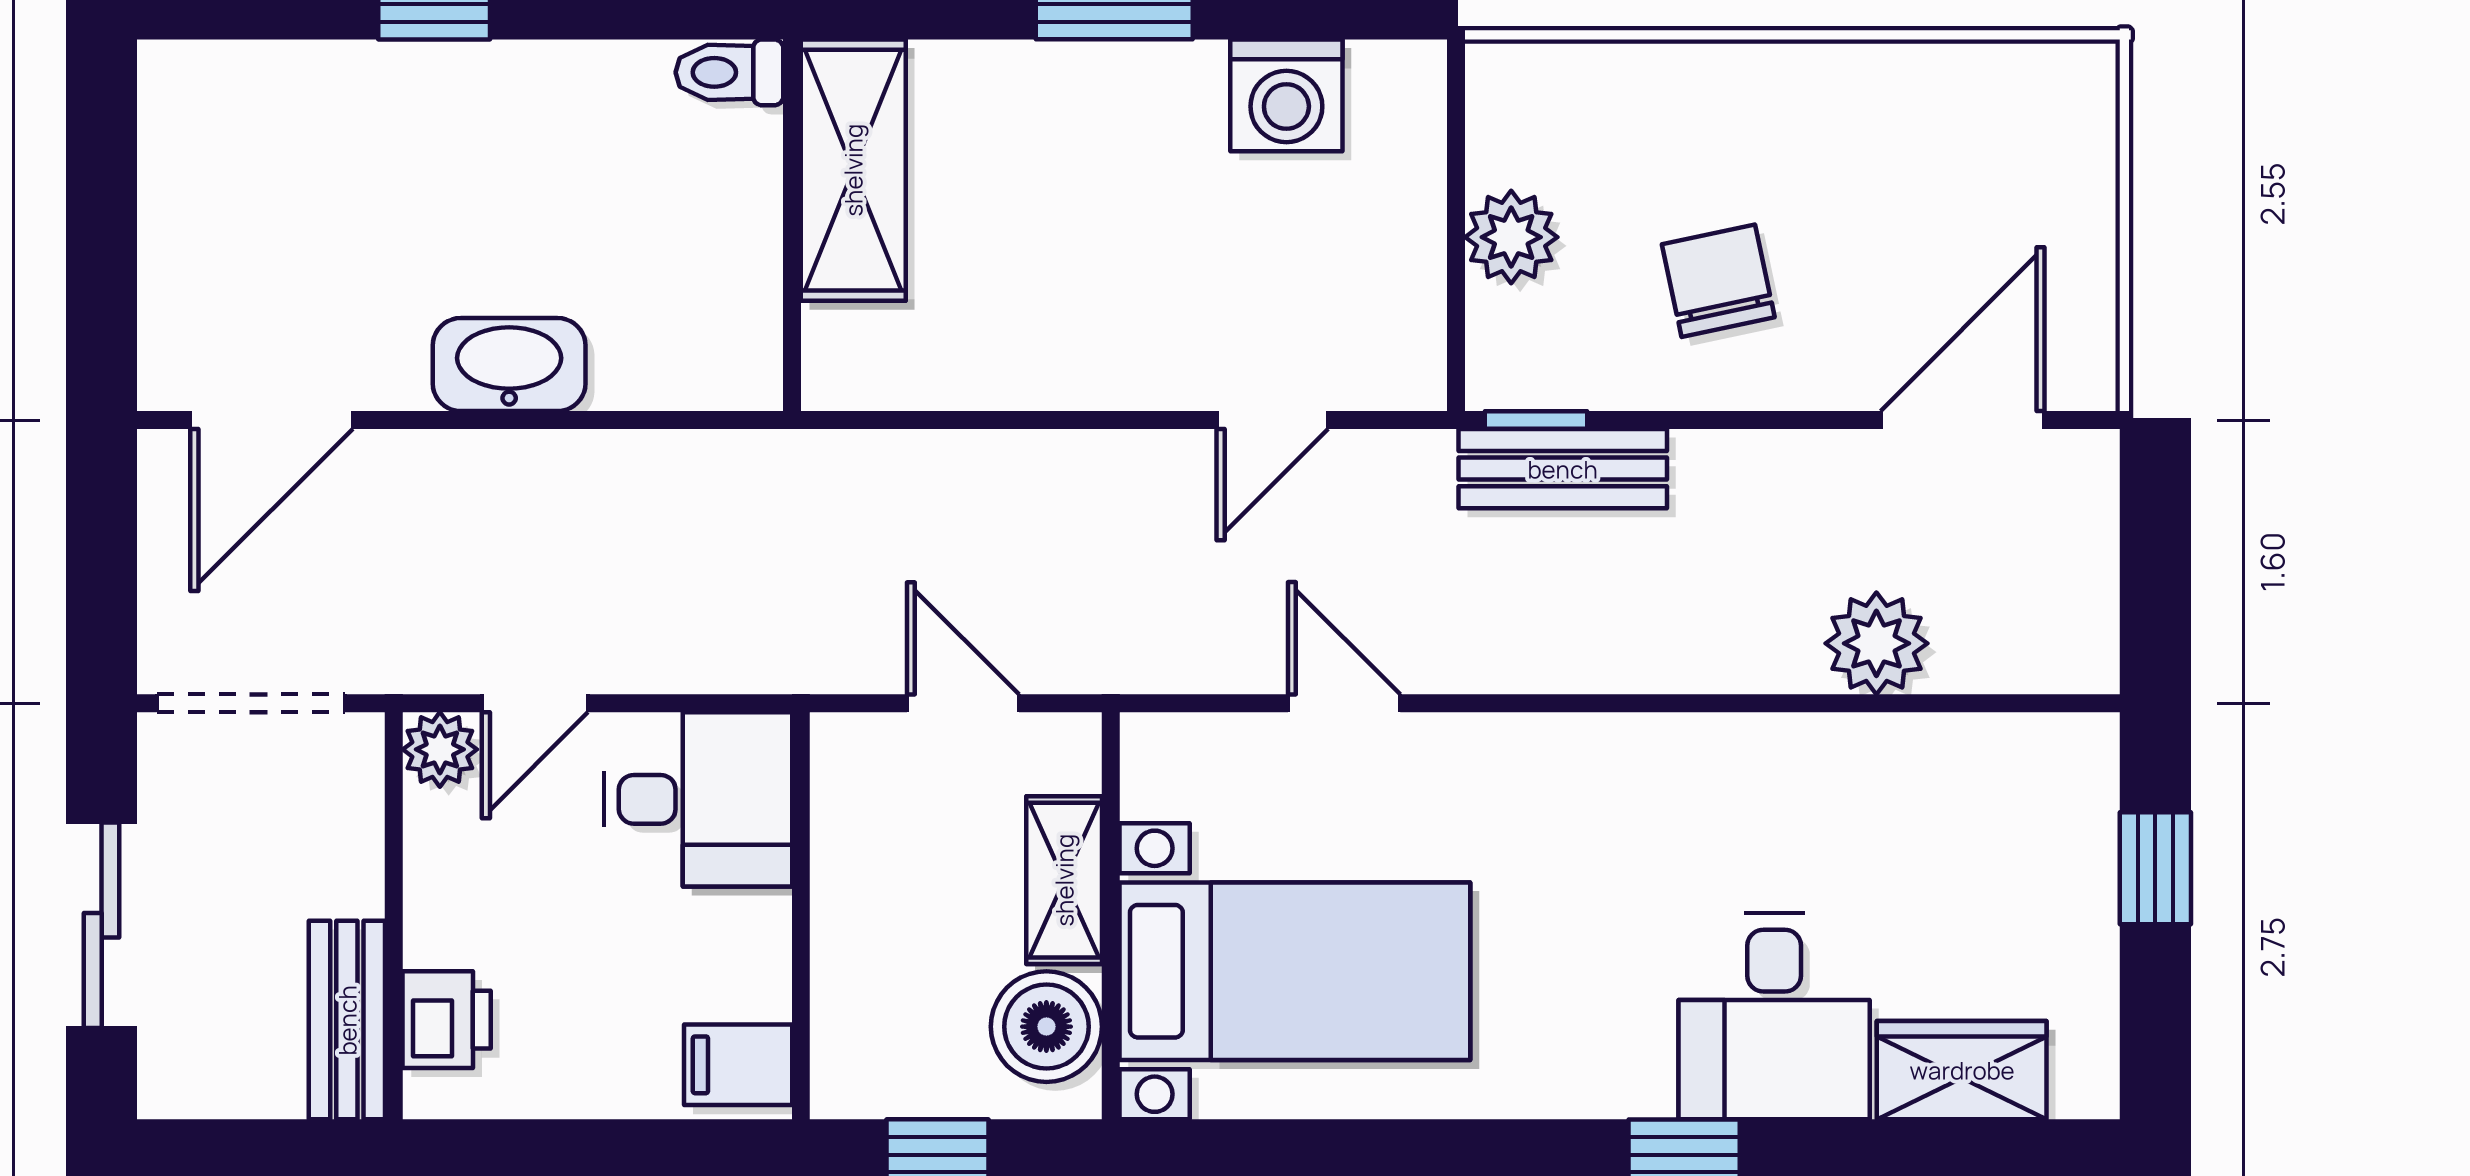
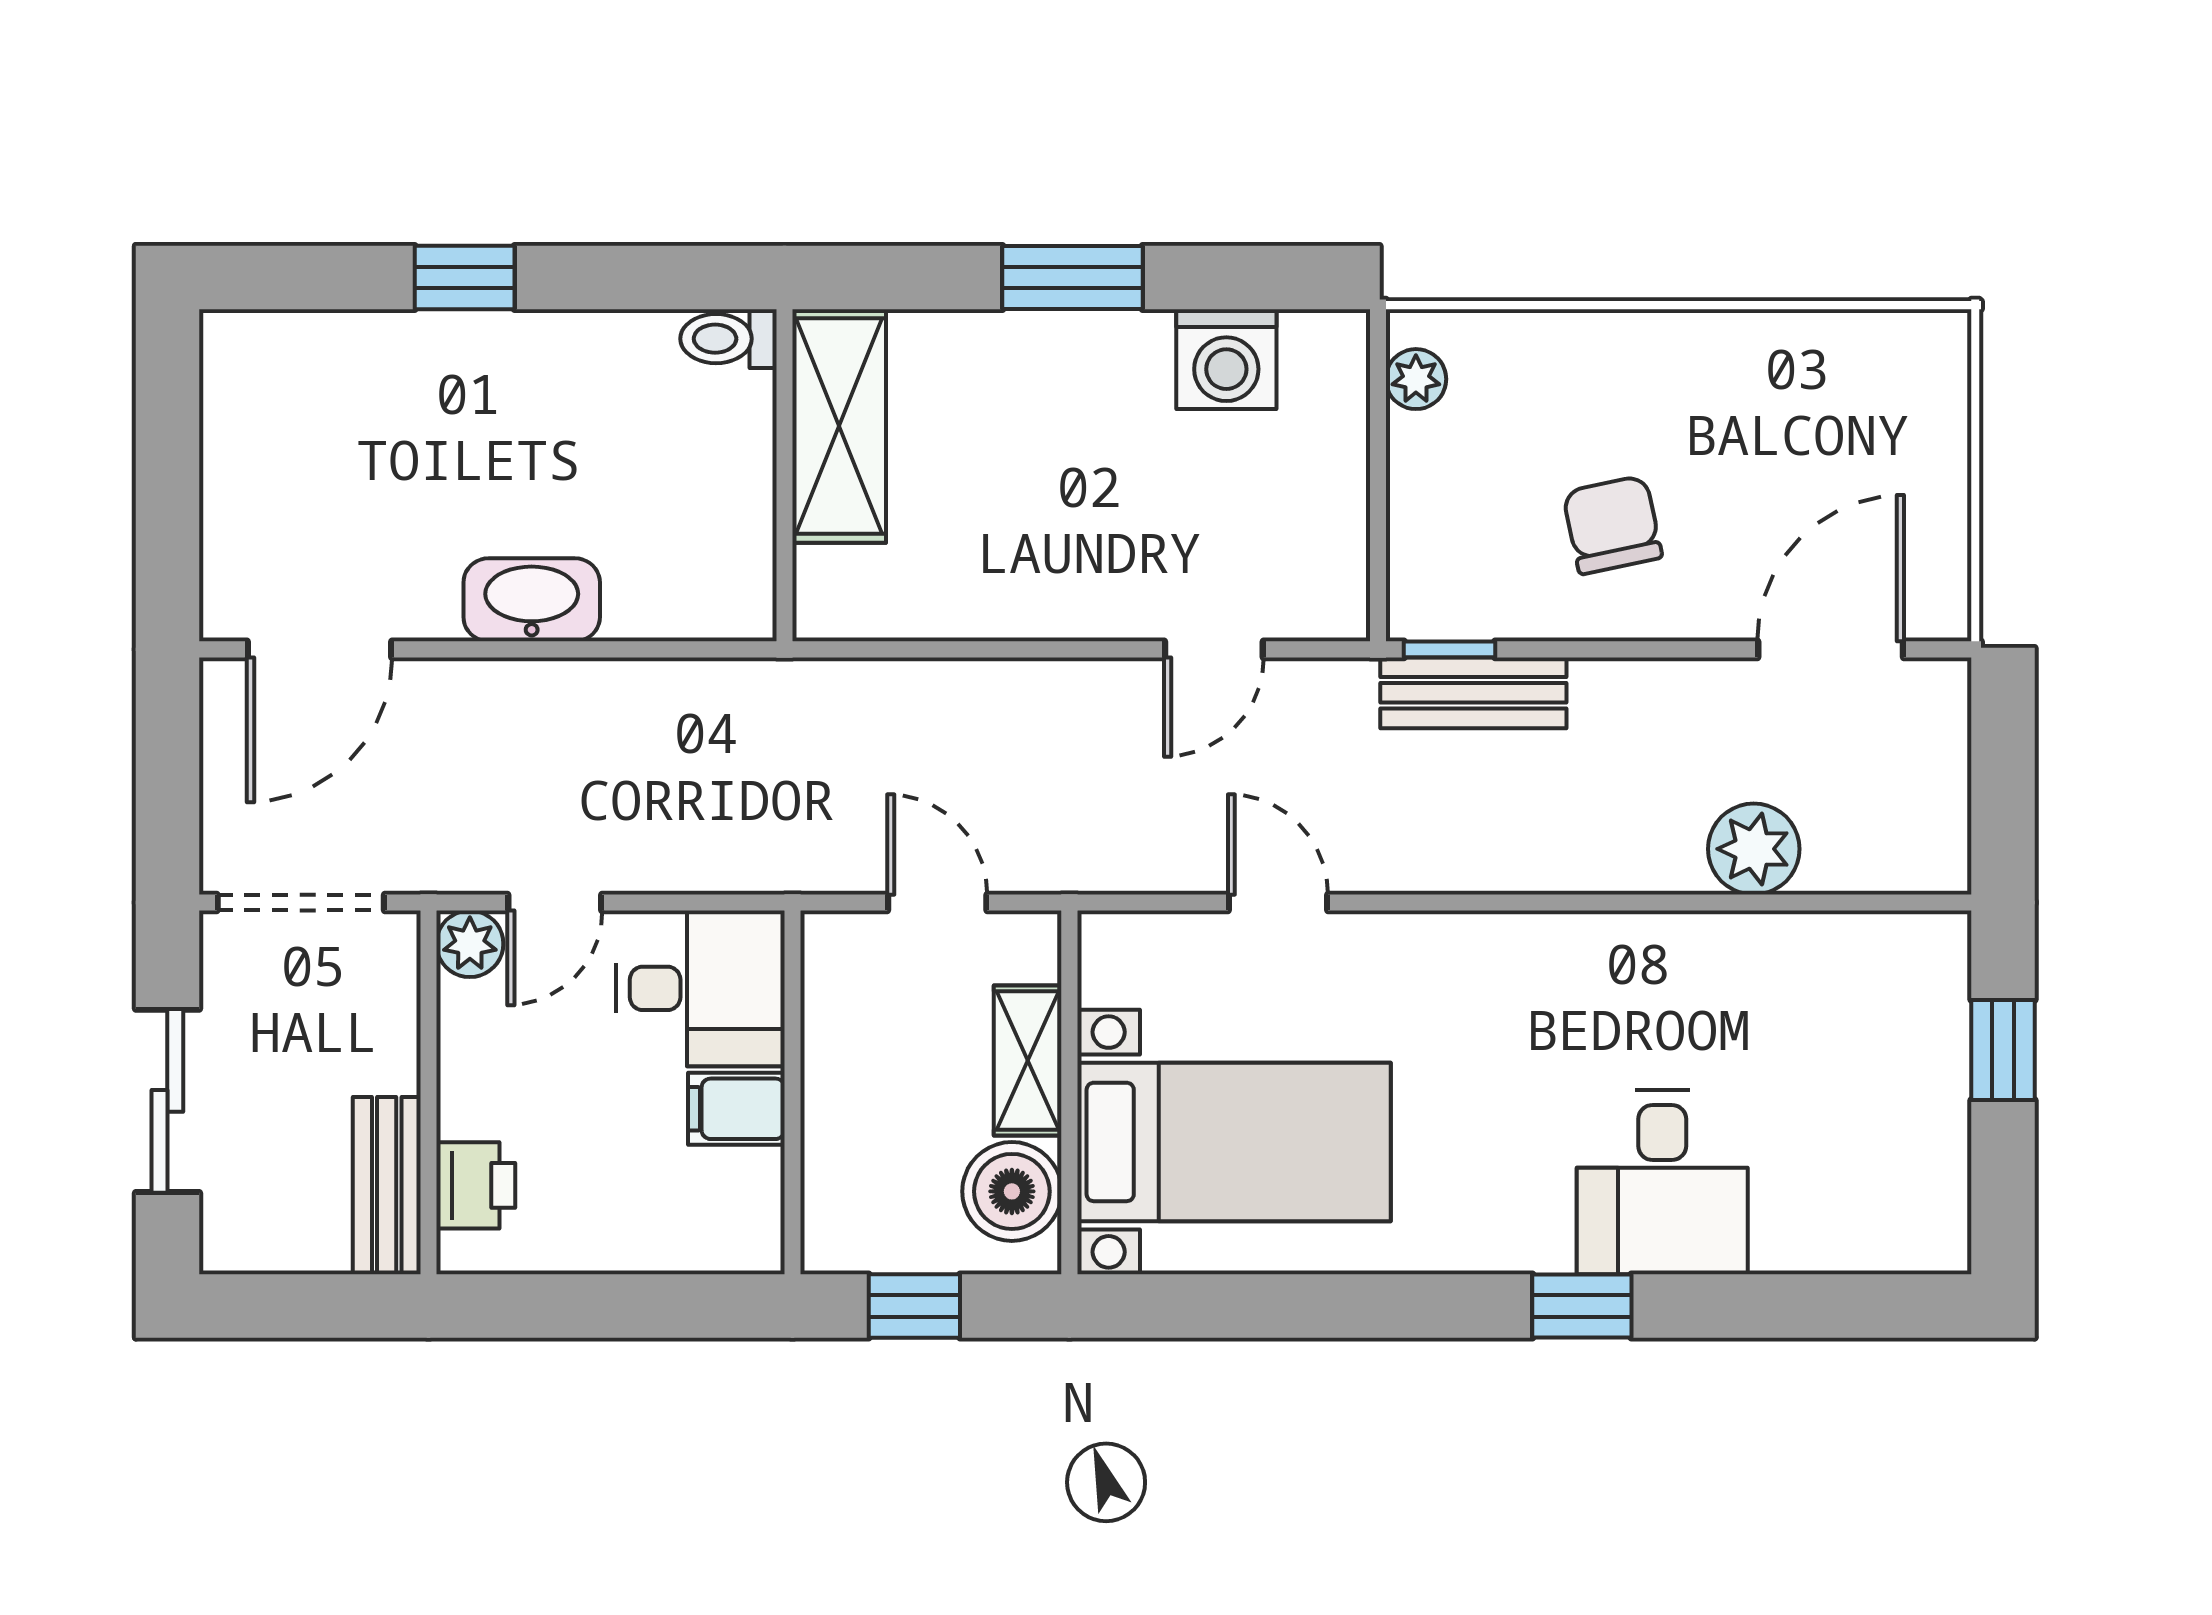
plant: (1511, 237) -> (1416, 379), moved, width x0.73, depth x0.73
filing cabinet: (738, 1065) -> (736, 1109), moved
wardrobe: (1962, 1070) -> (1830, 1230), removed

